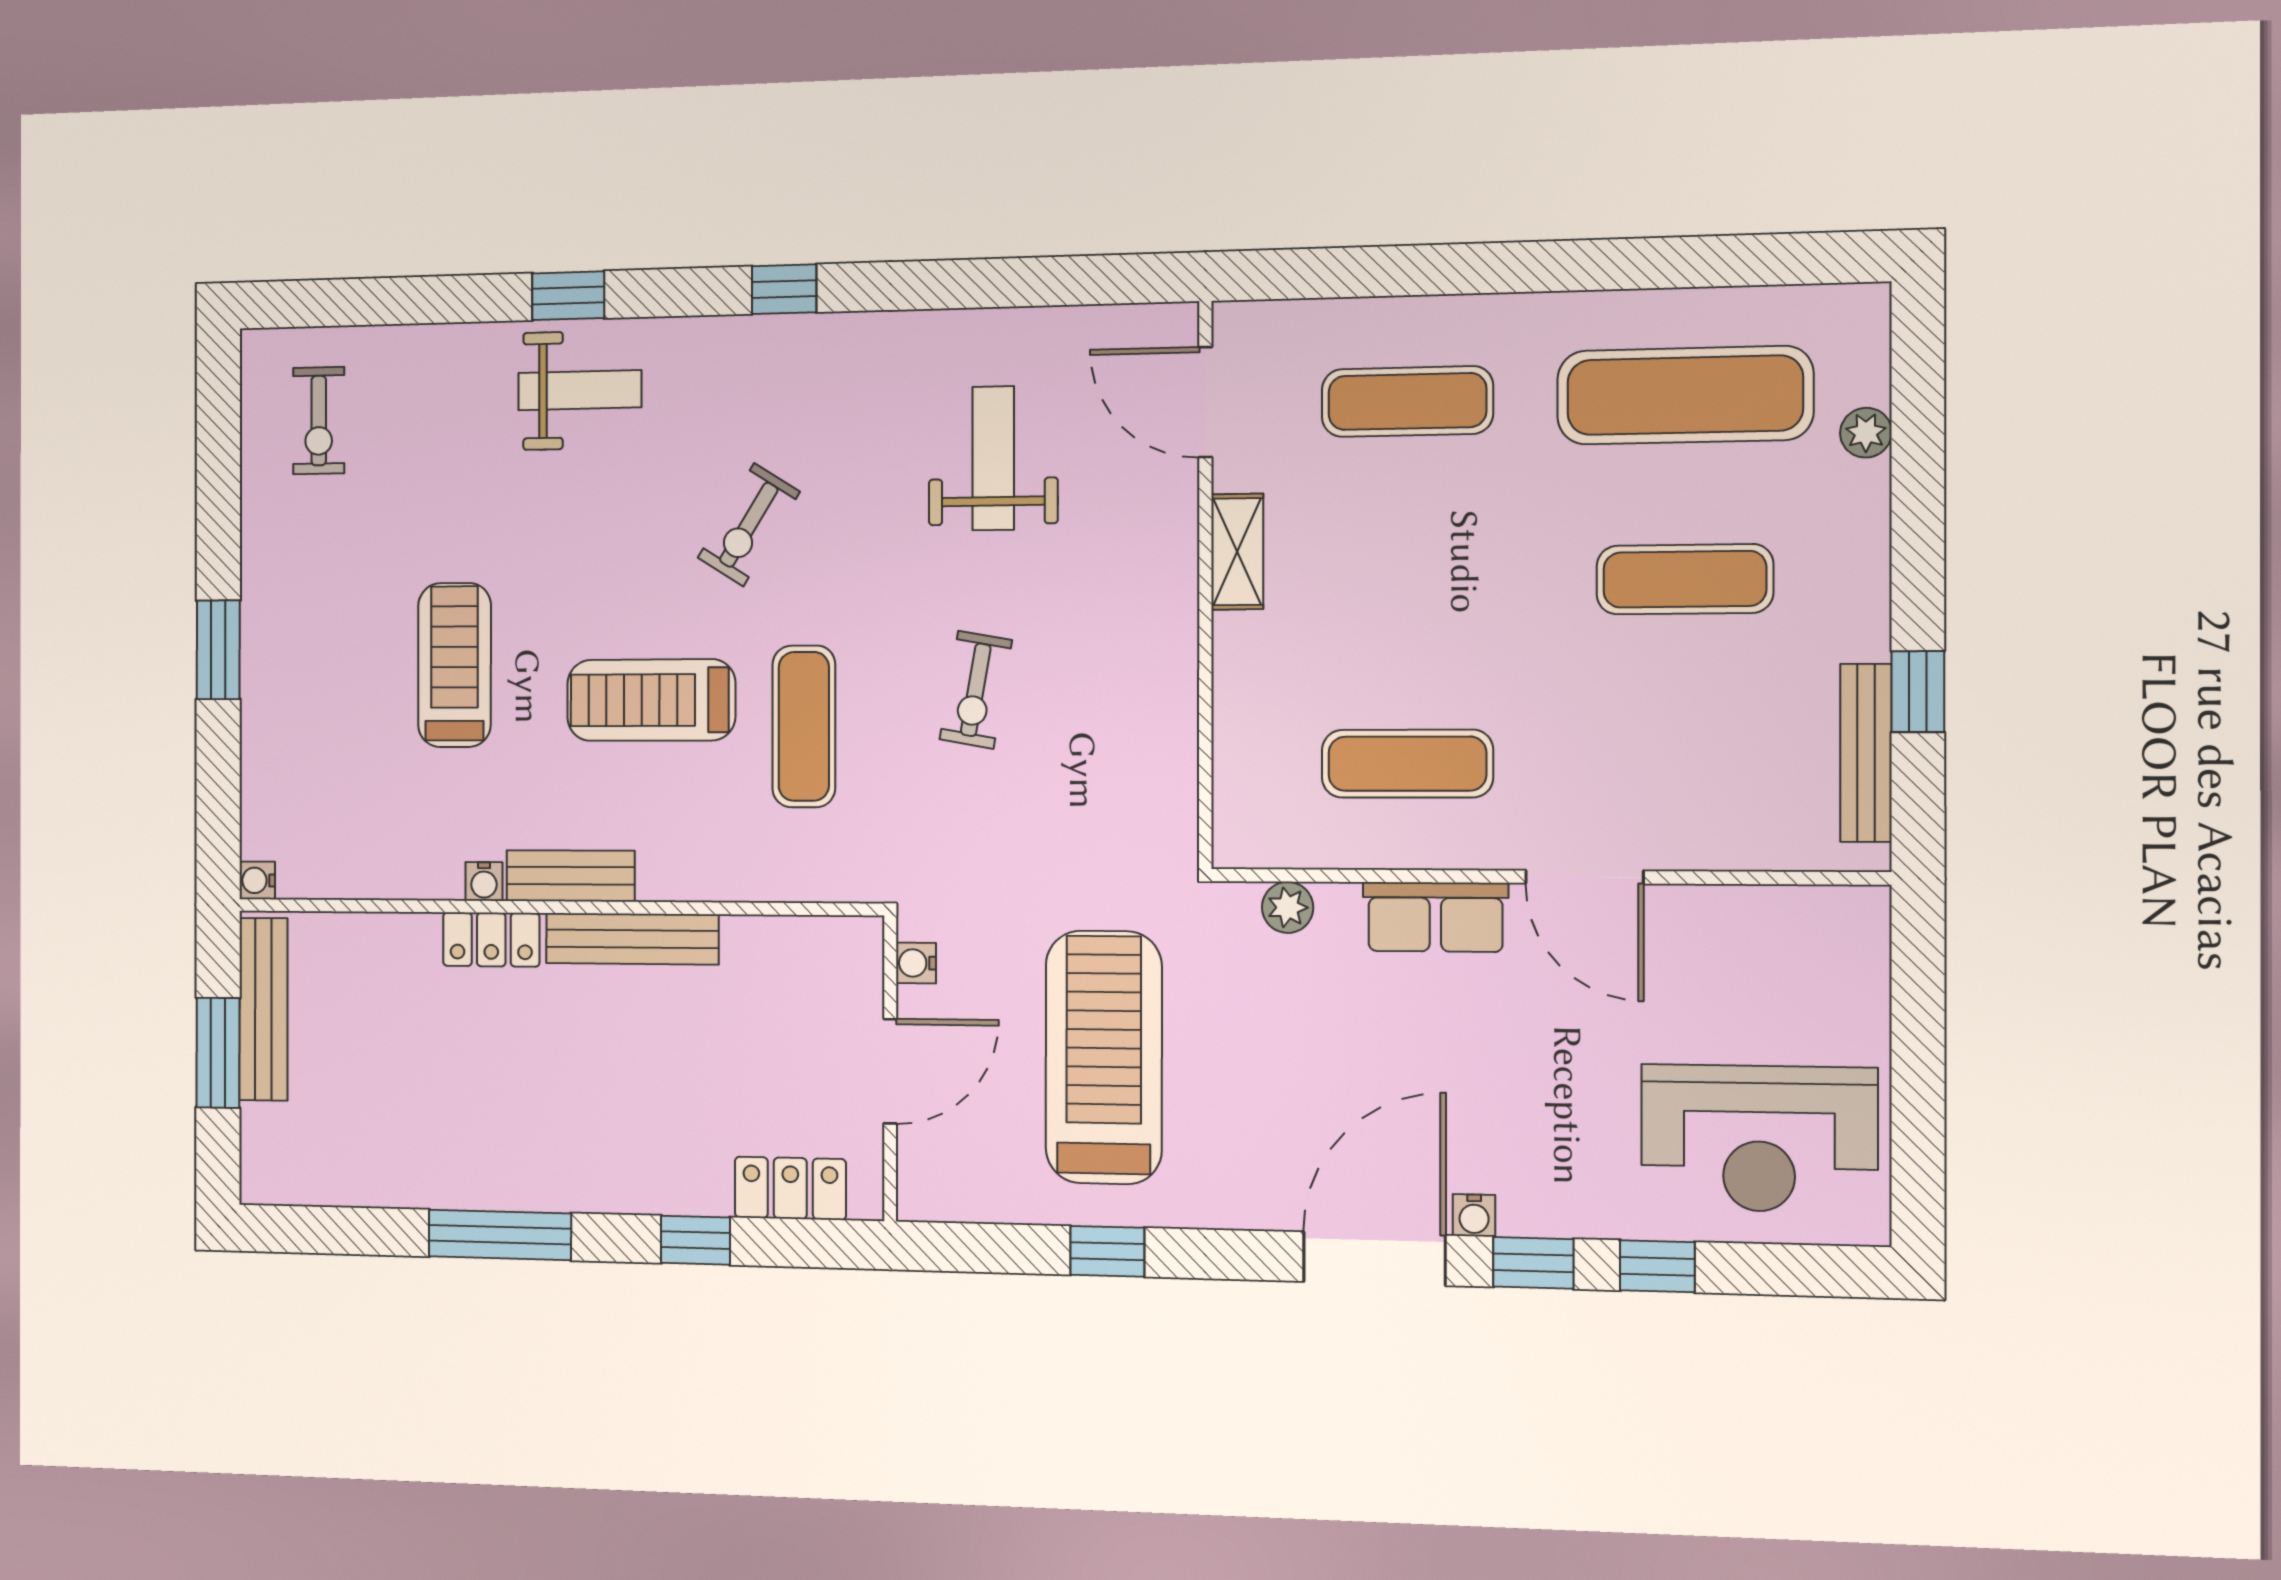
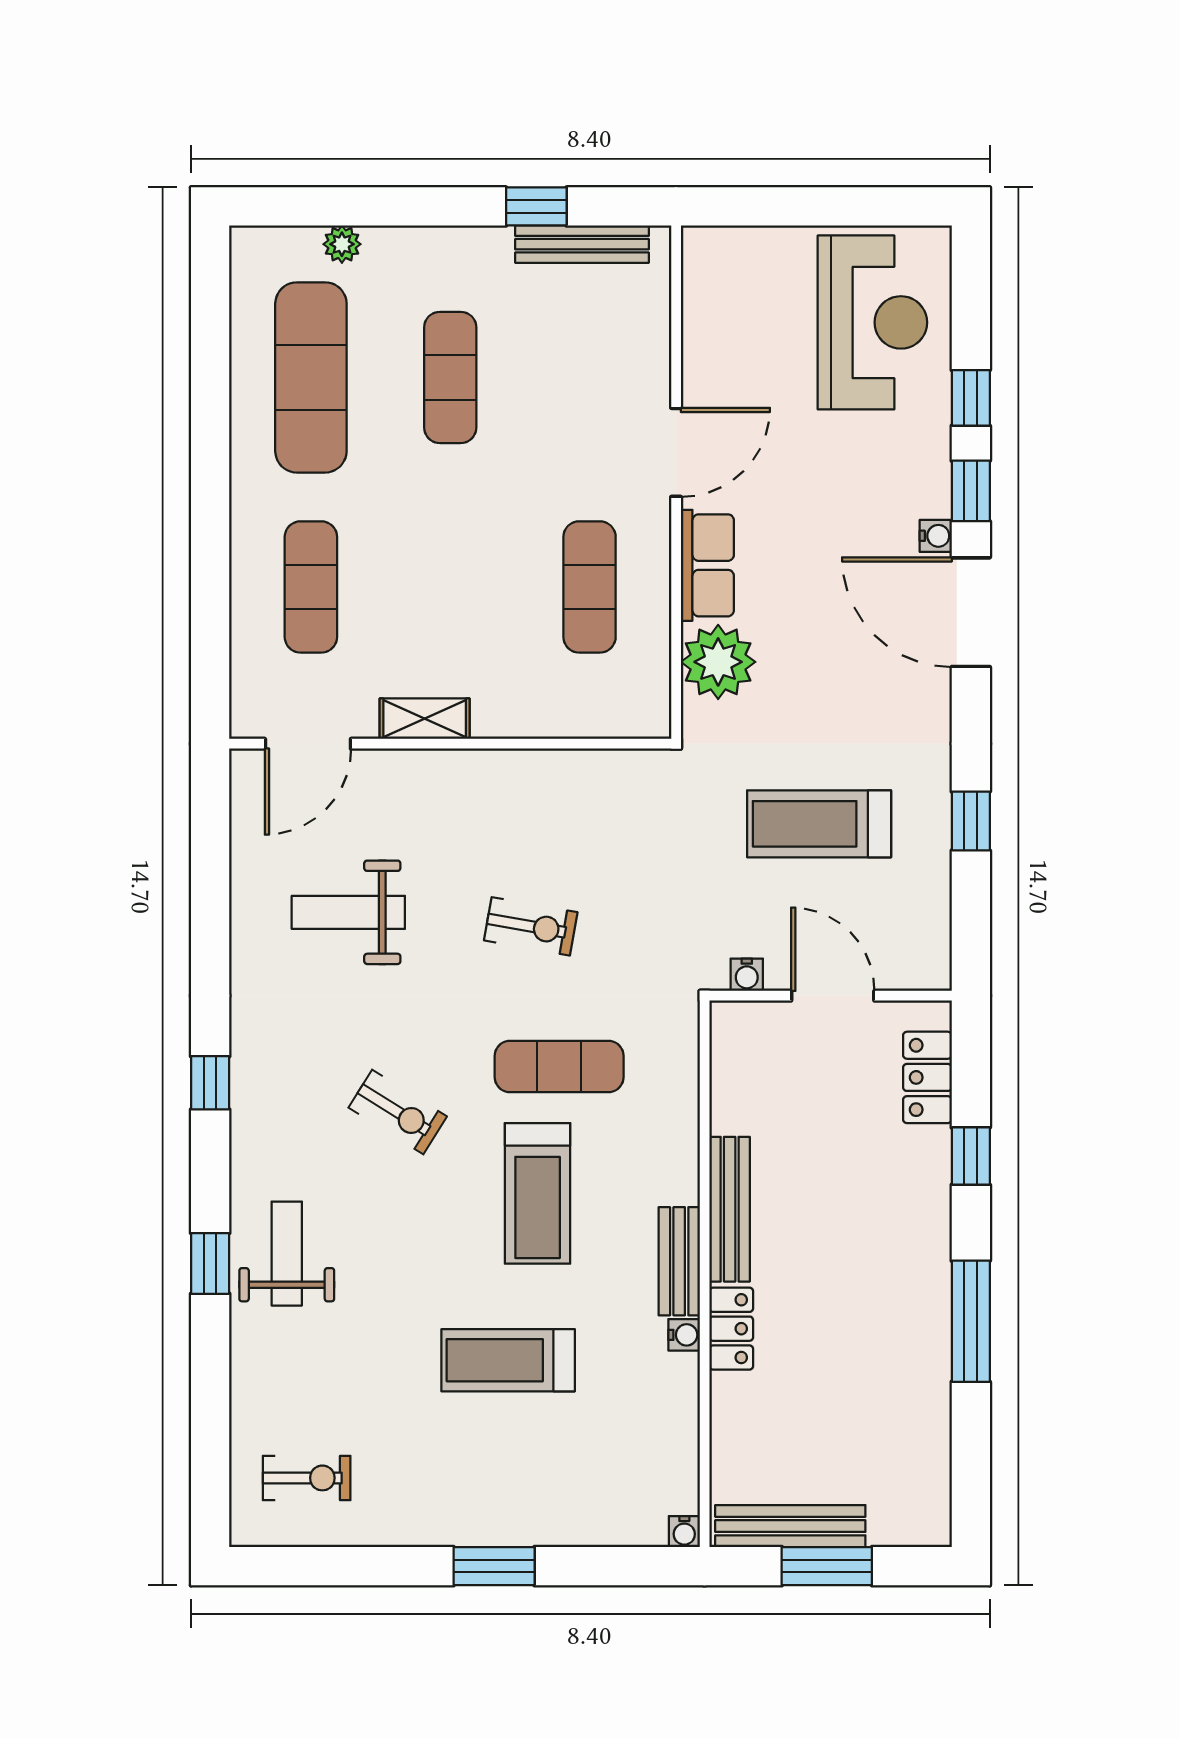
plant: (1288, 907) -> (718, 662), width x1.88, depth x1.88
treadmill: (1104, 1057) -> (819, 824), width x0.73, depth x0.73

